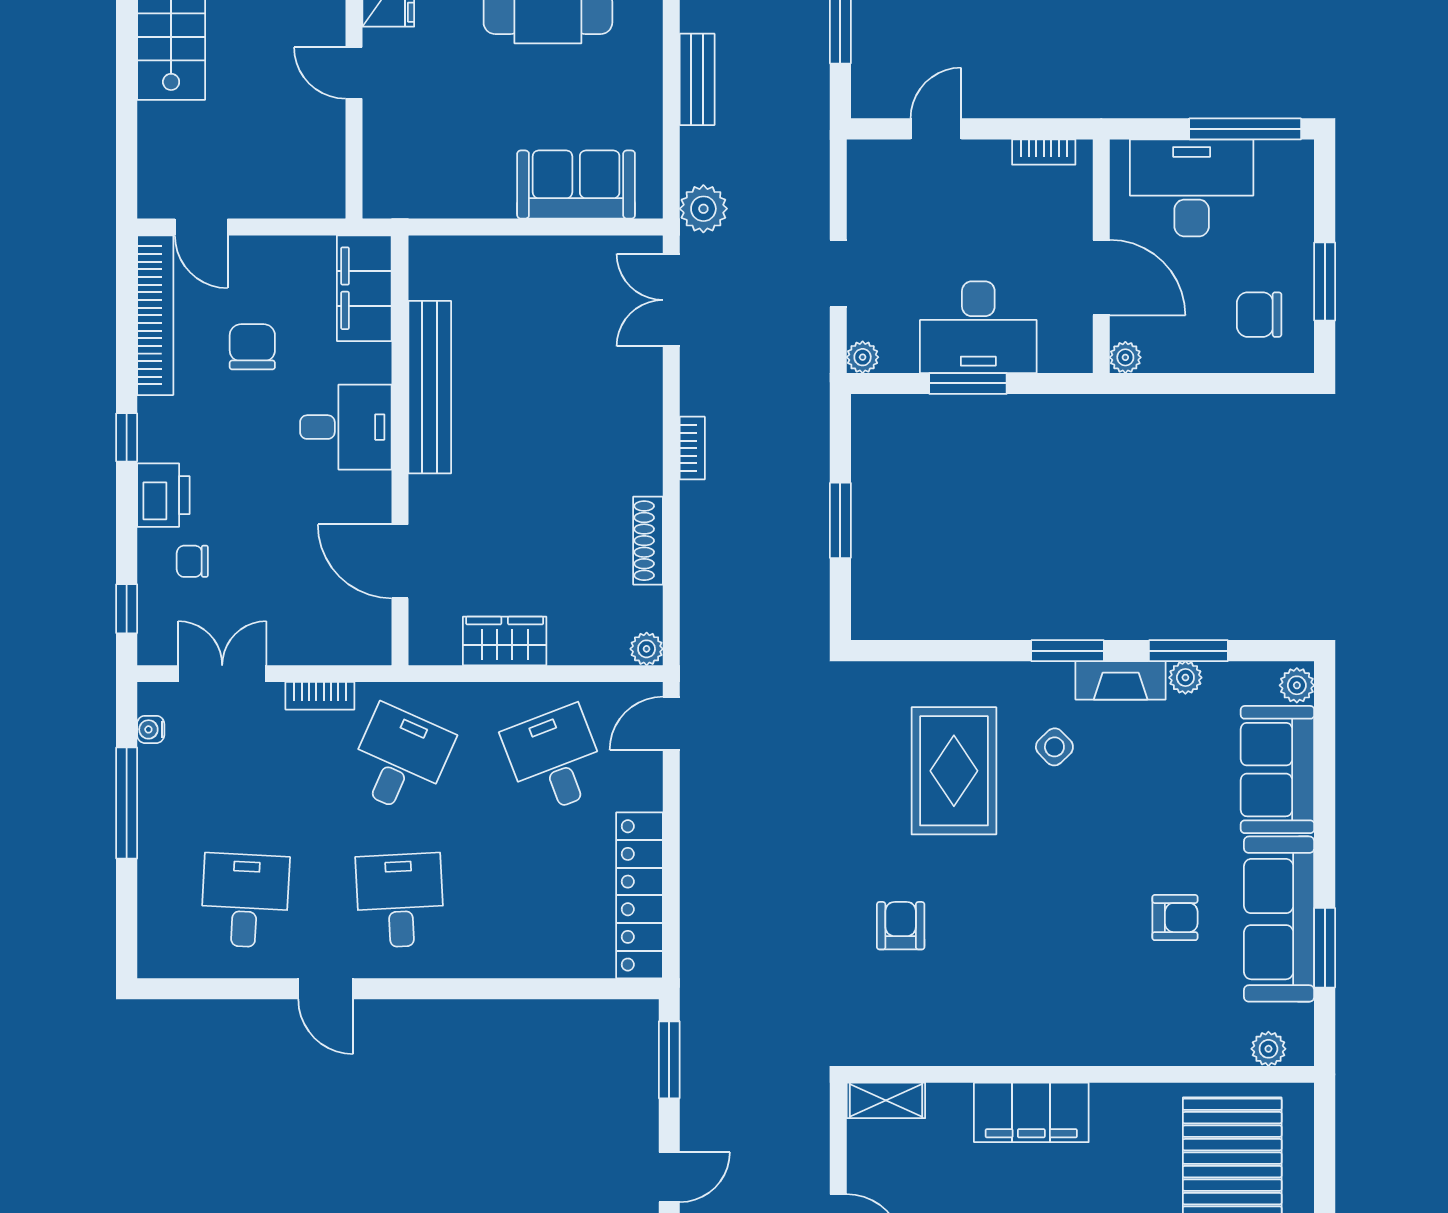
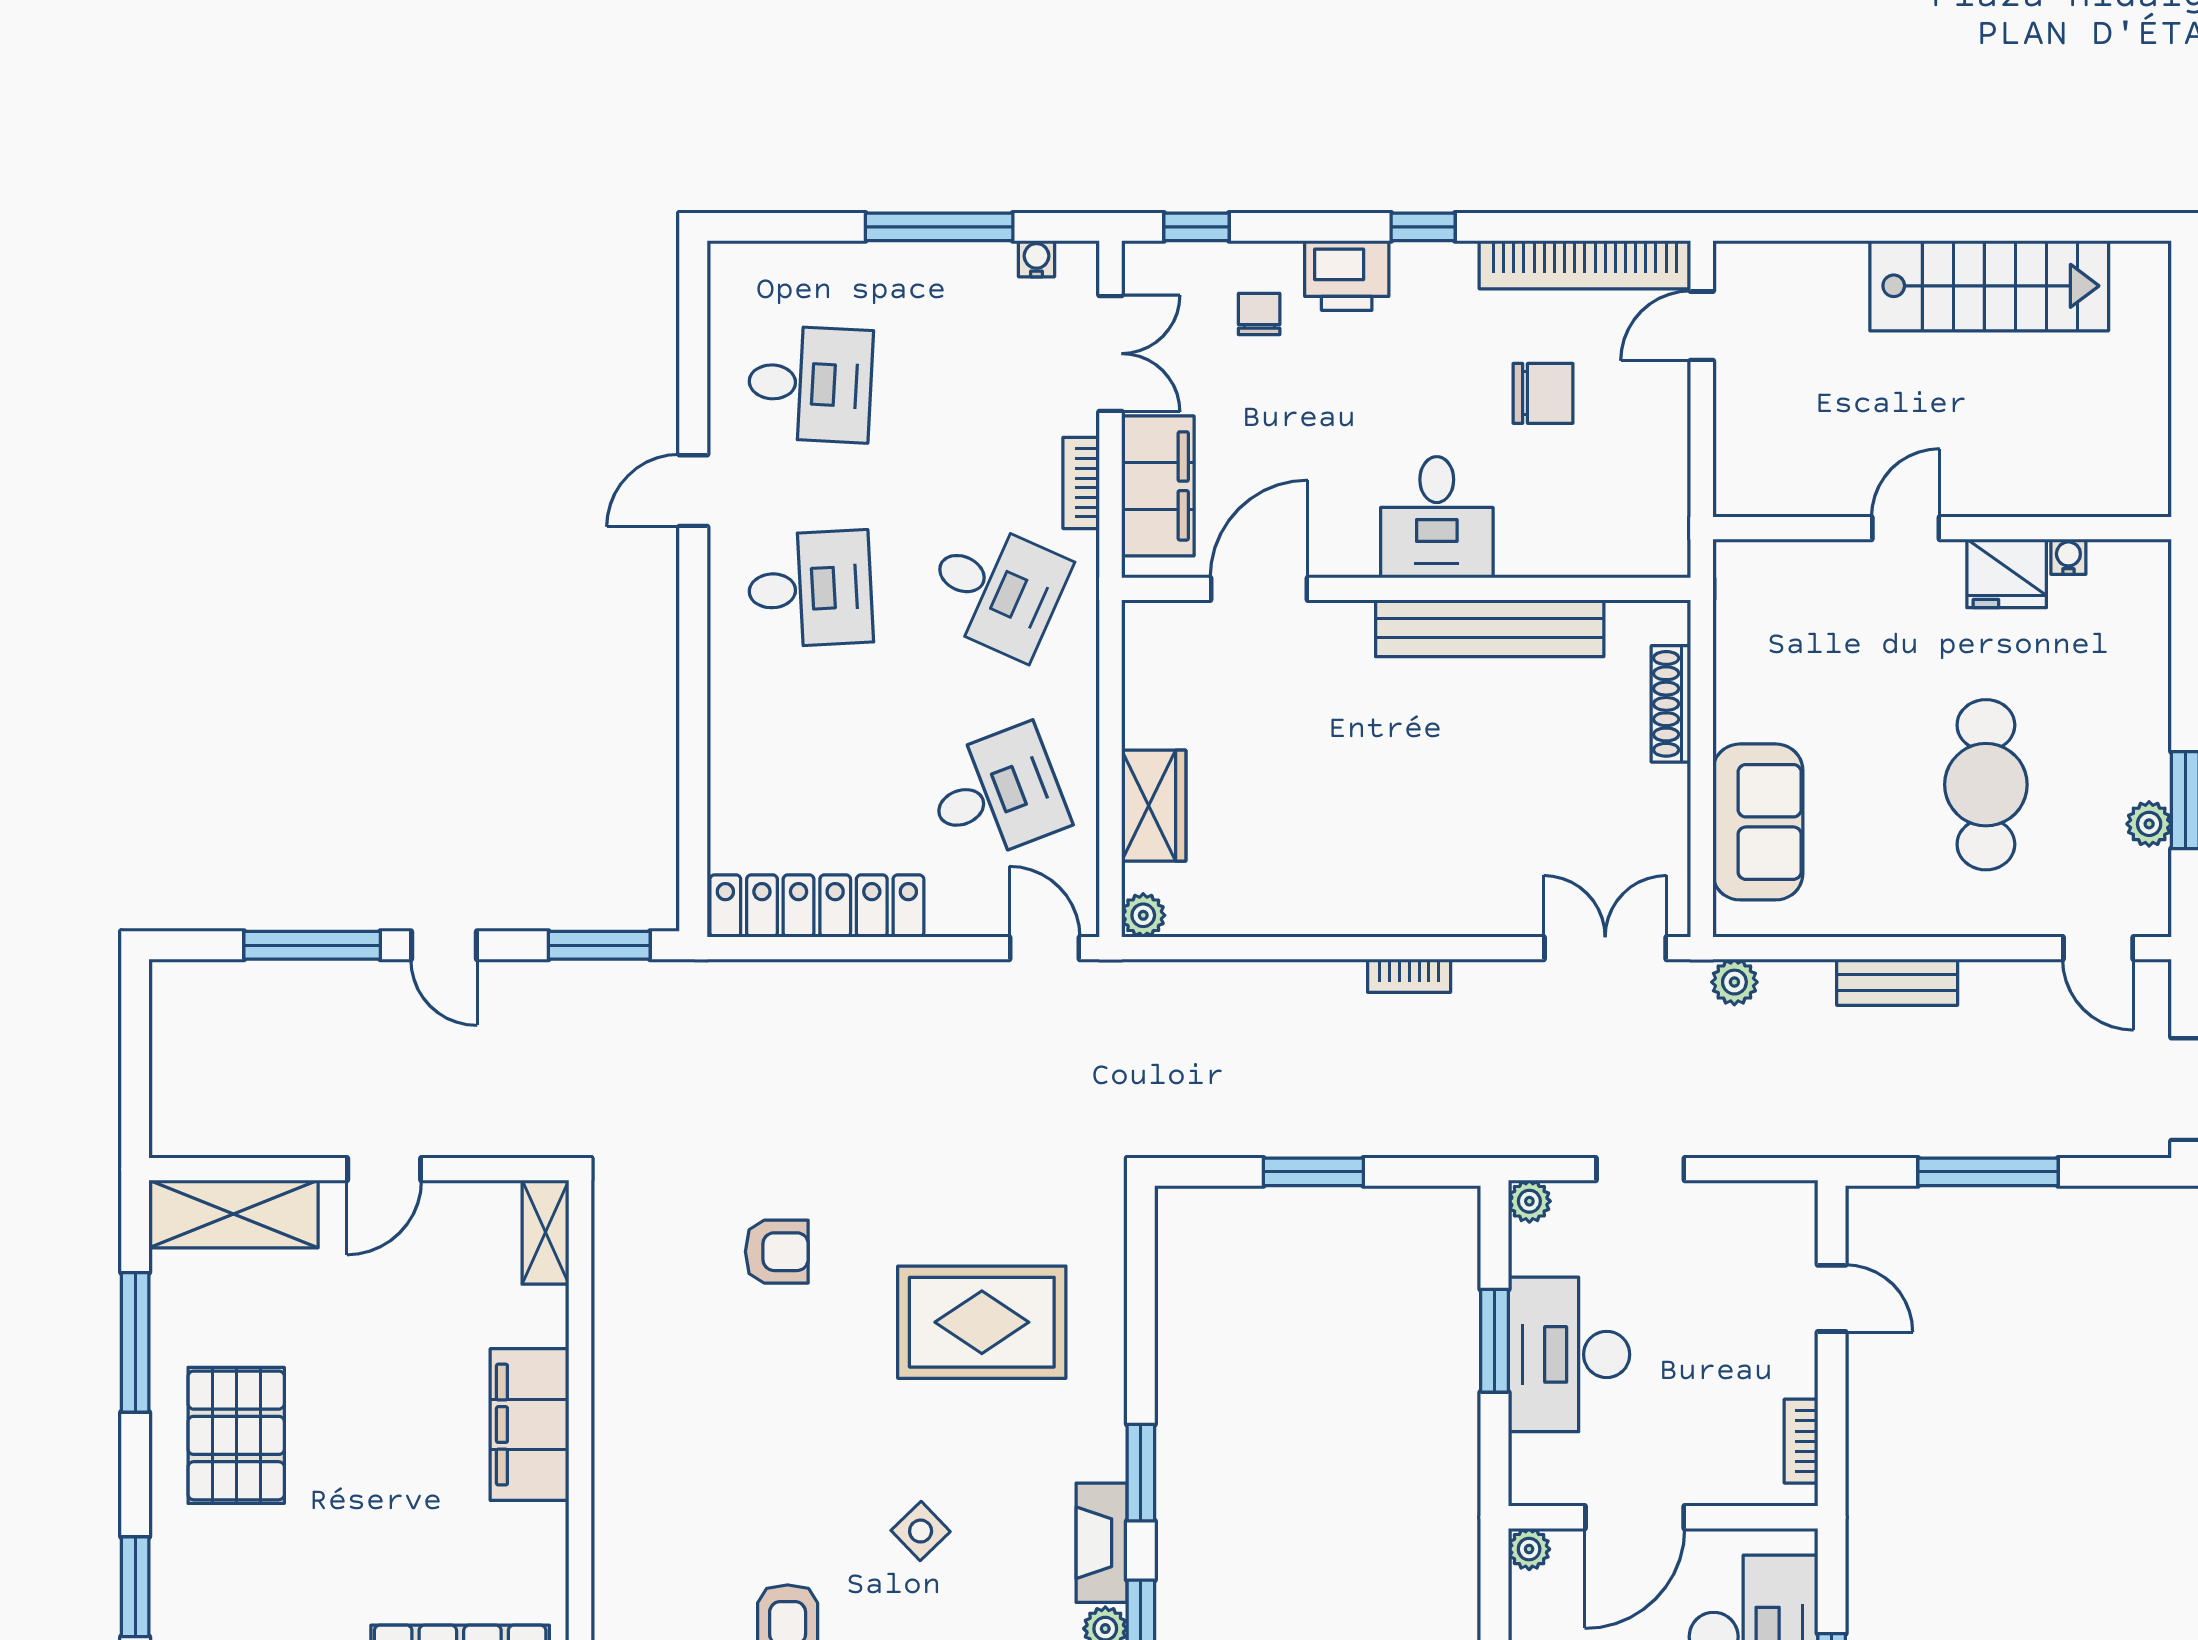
plant: (703, 209) -> (1734, 982), width x0.73, depth x0.73
filing cabinet: (364, 288) -> (1158, 486), moved, turned 90
shoe rack: (648, 541) -> (1671, 704), moved, turned -90
wardrobe: (505, 641) -> (1154, 806), moved
side table: (1054, 747) -> (921, 1531), moved

